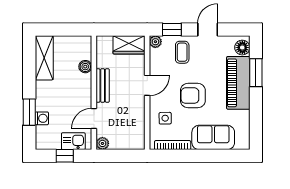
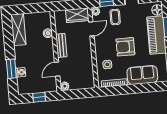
door: (147, 85) -> (91, 29), moved
kitchen sink: (73, 141) -> (44, 86), removed

